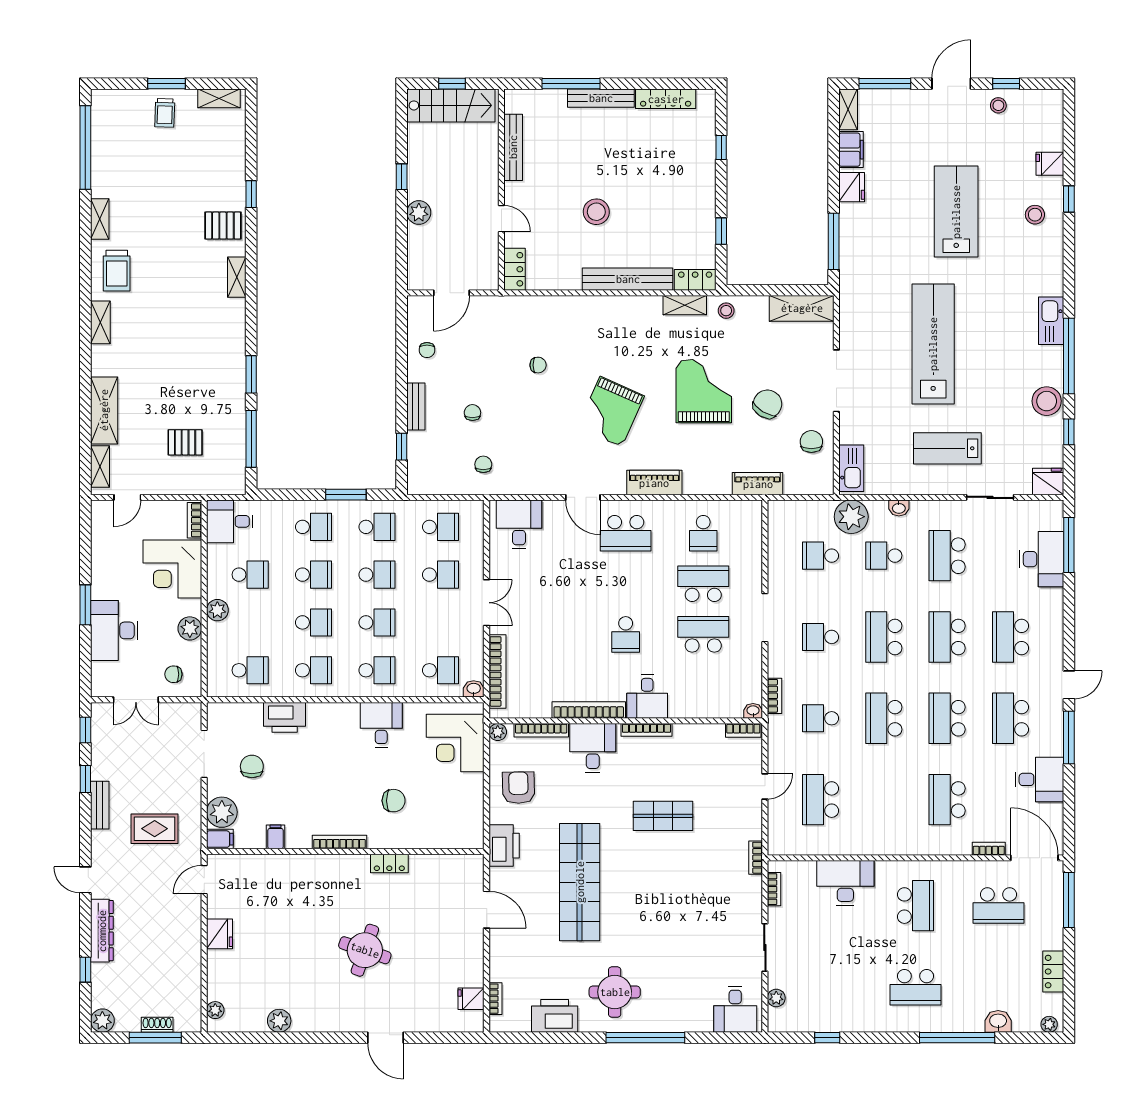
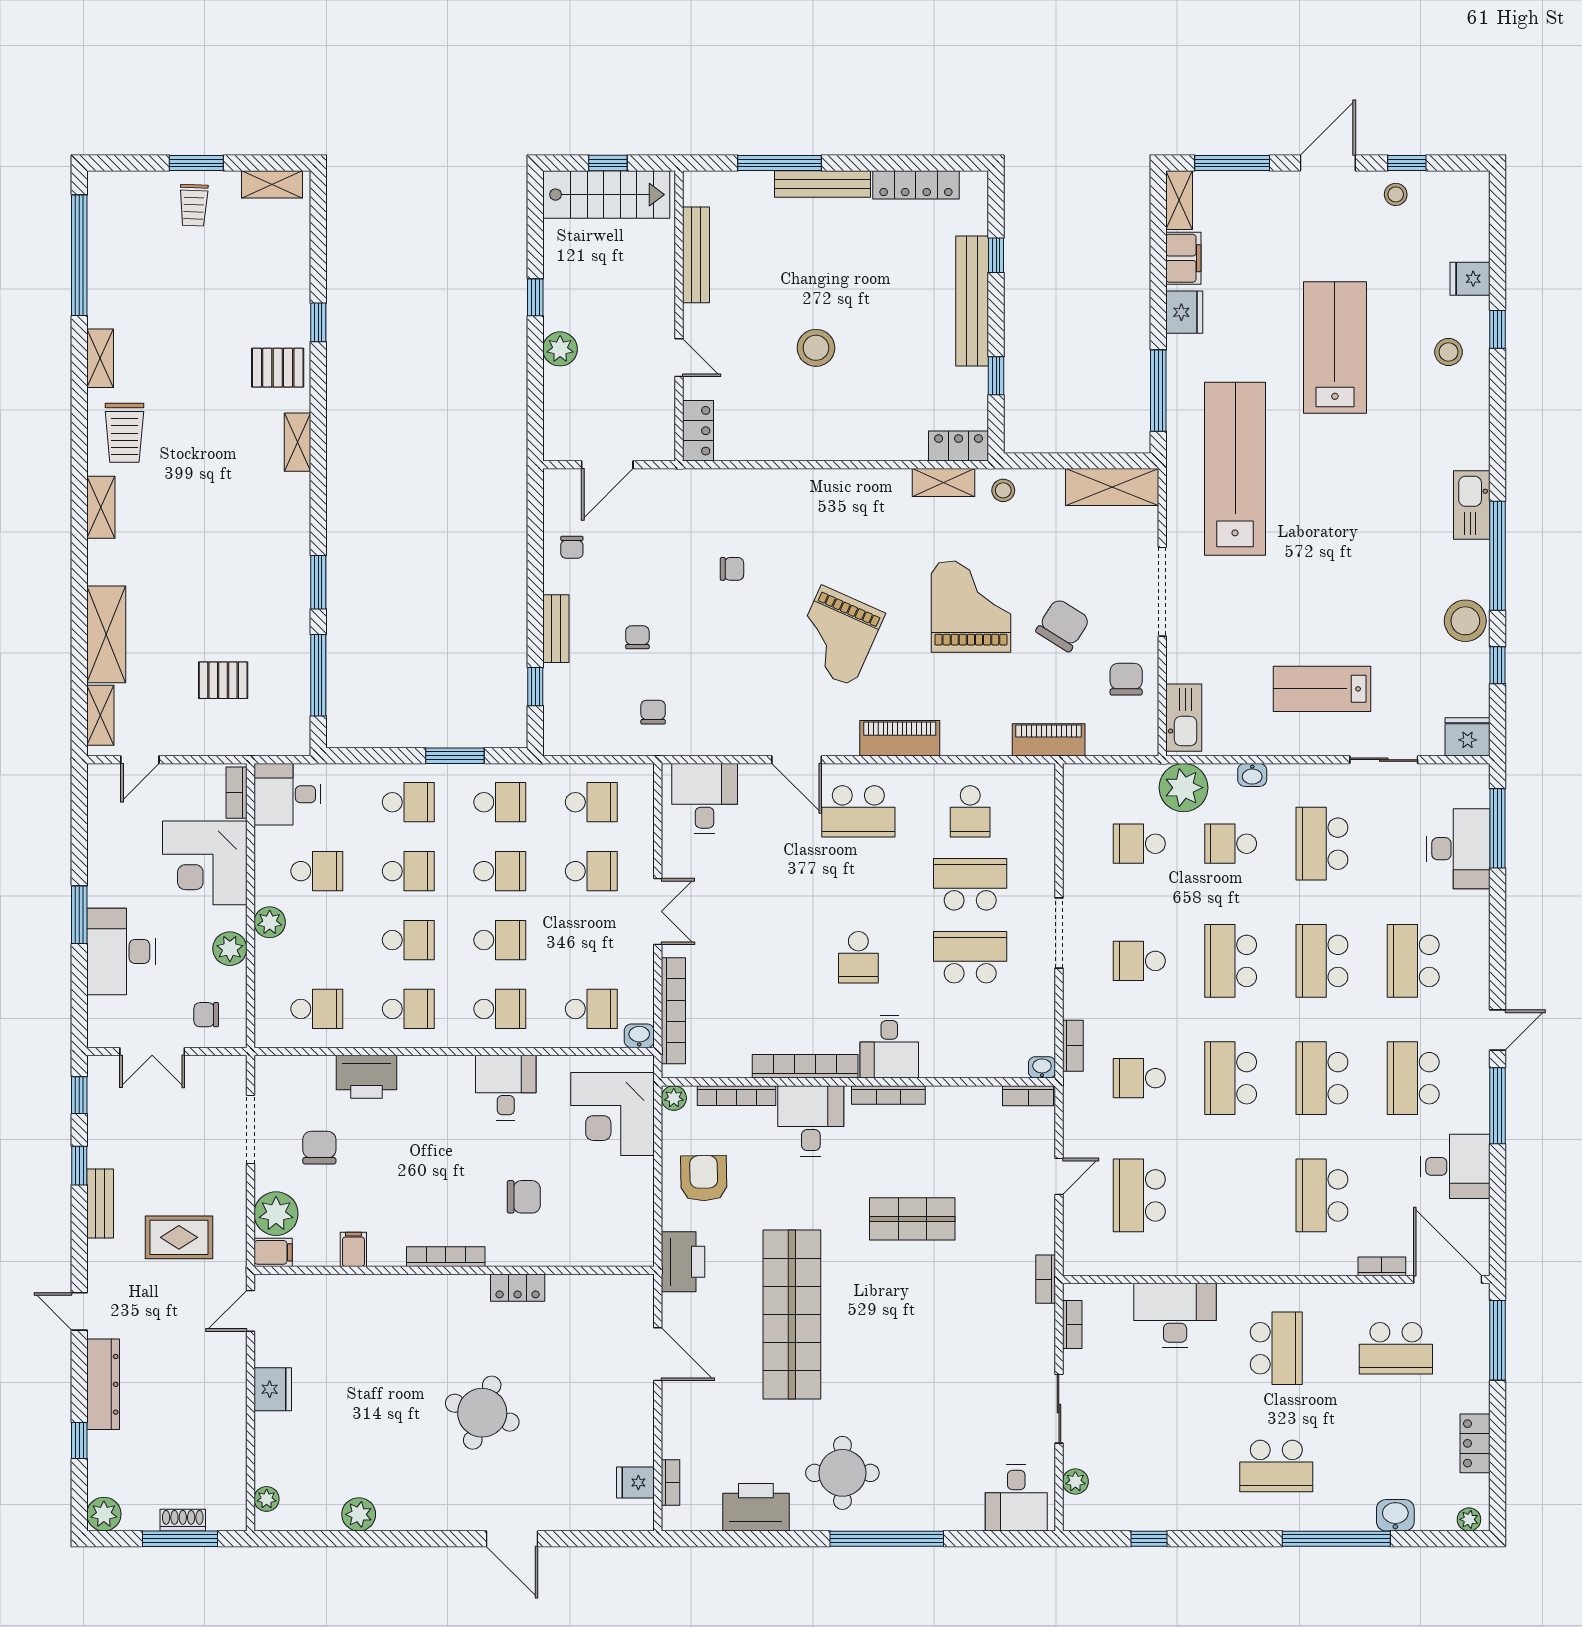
bench: (628, 279) -> (972, 301), moved, turned 90
lab bench: (933, 344) -> (1235, 469), moved

